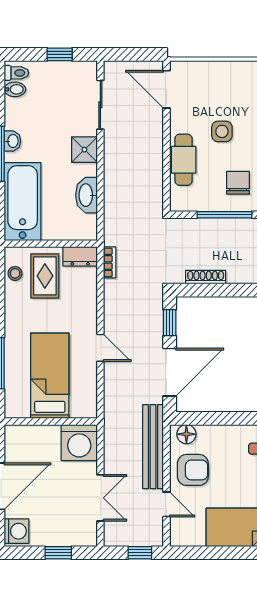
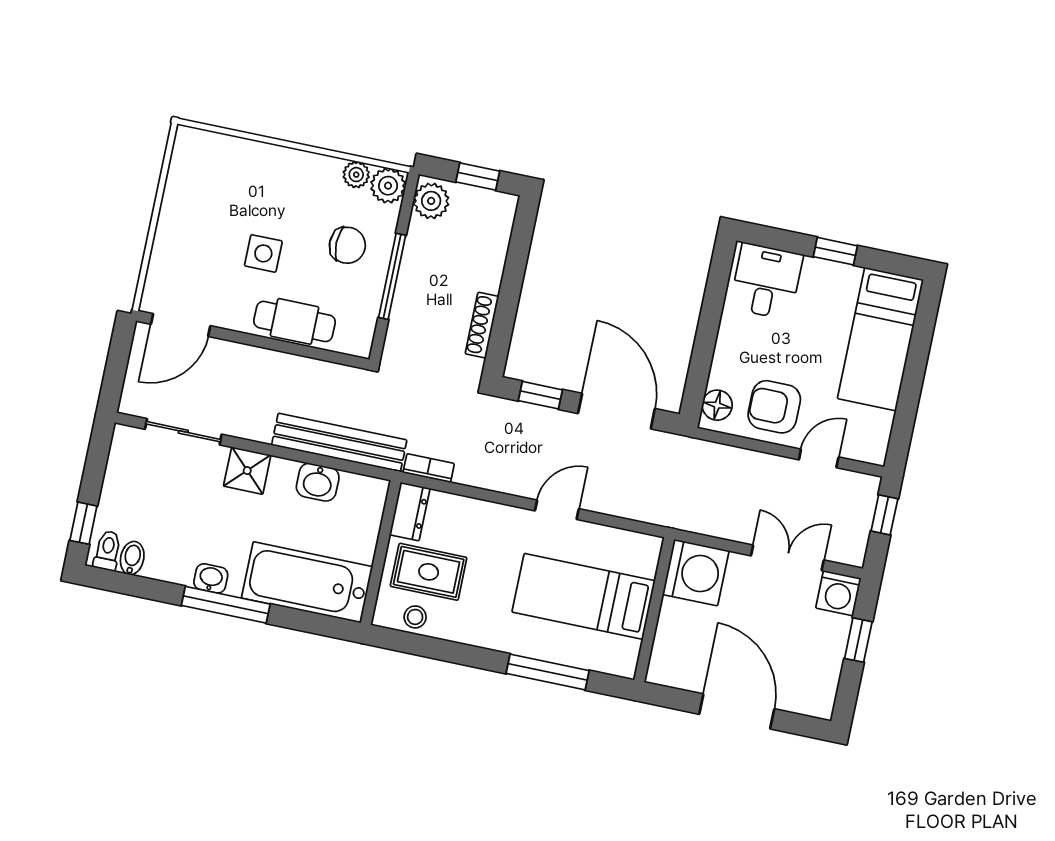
window: (60, 54) -> (83, 523), moved
chair: (238, 183) -> (347, 245), turned 180
washbasin: (86, 195) -> (318, 482), width x0.72
bench: (153, 447) -> (339, 443), moved
armchair: (193, 470) -> (774, 407), turned -90
washing machine: (16, 531) -> (838, 593), moved, turned 180

